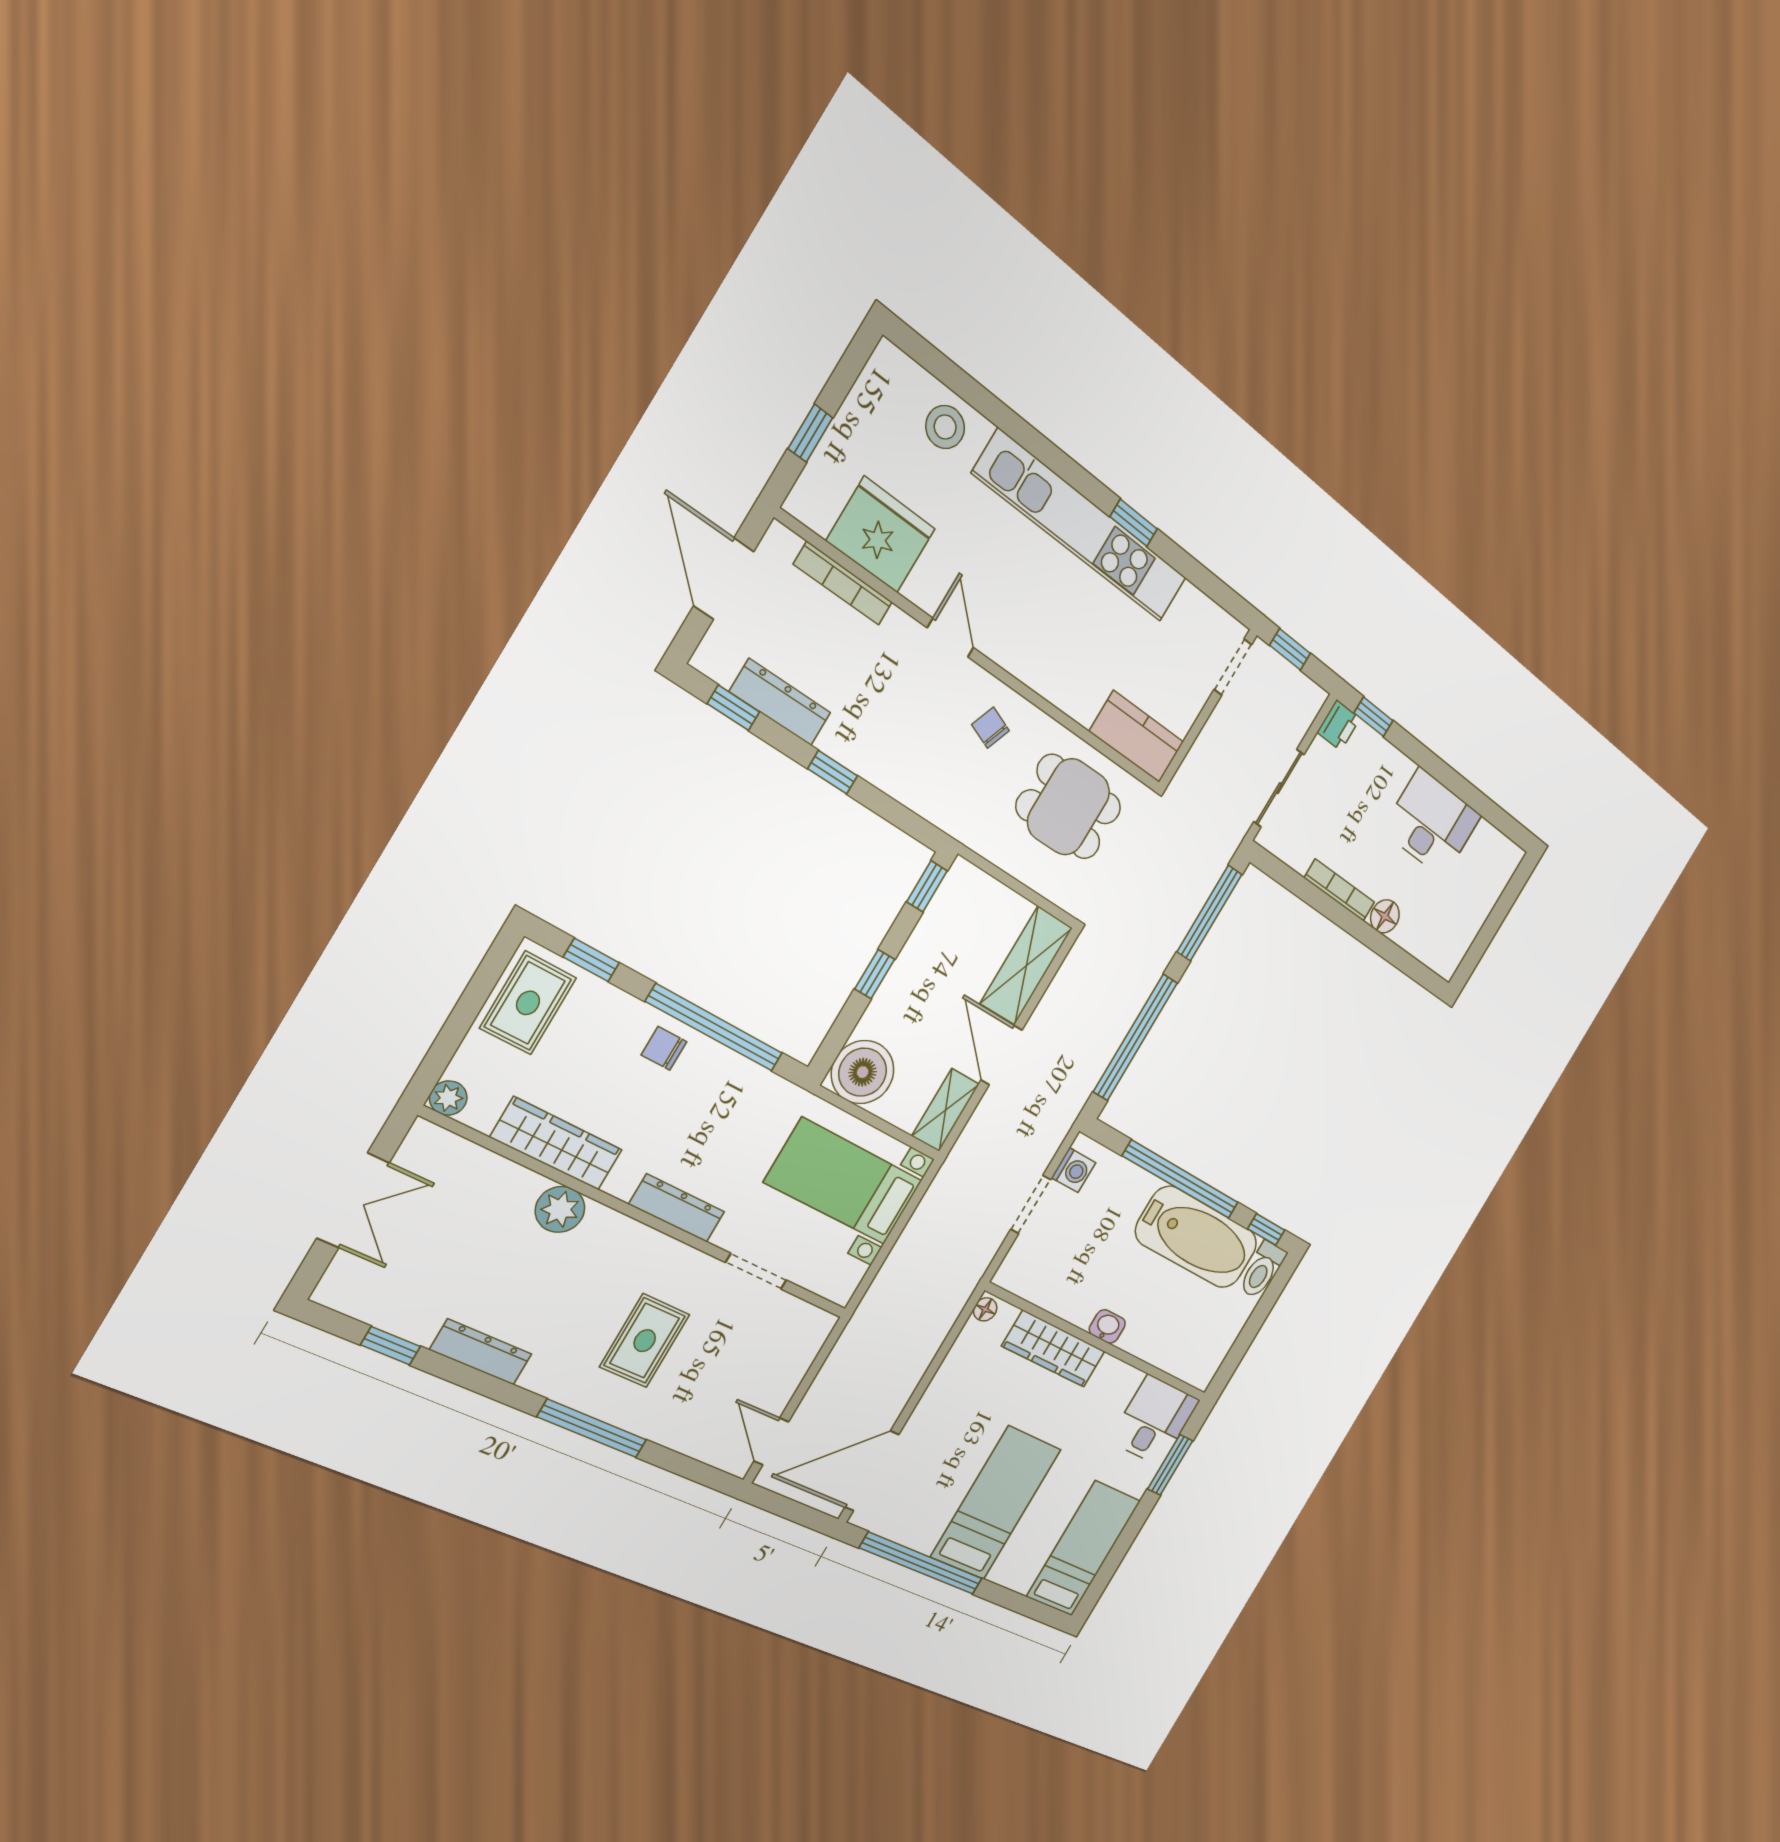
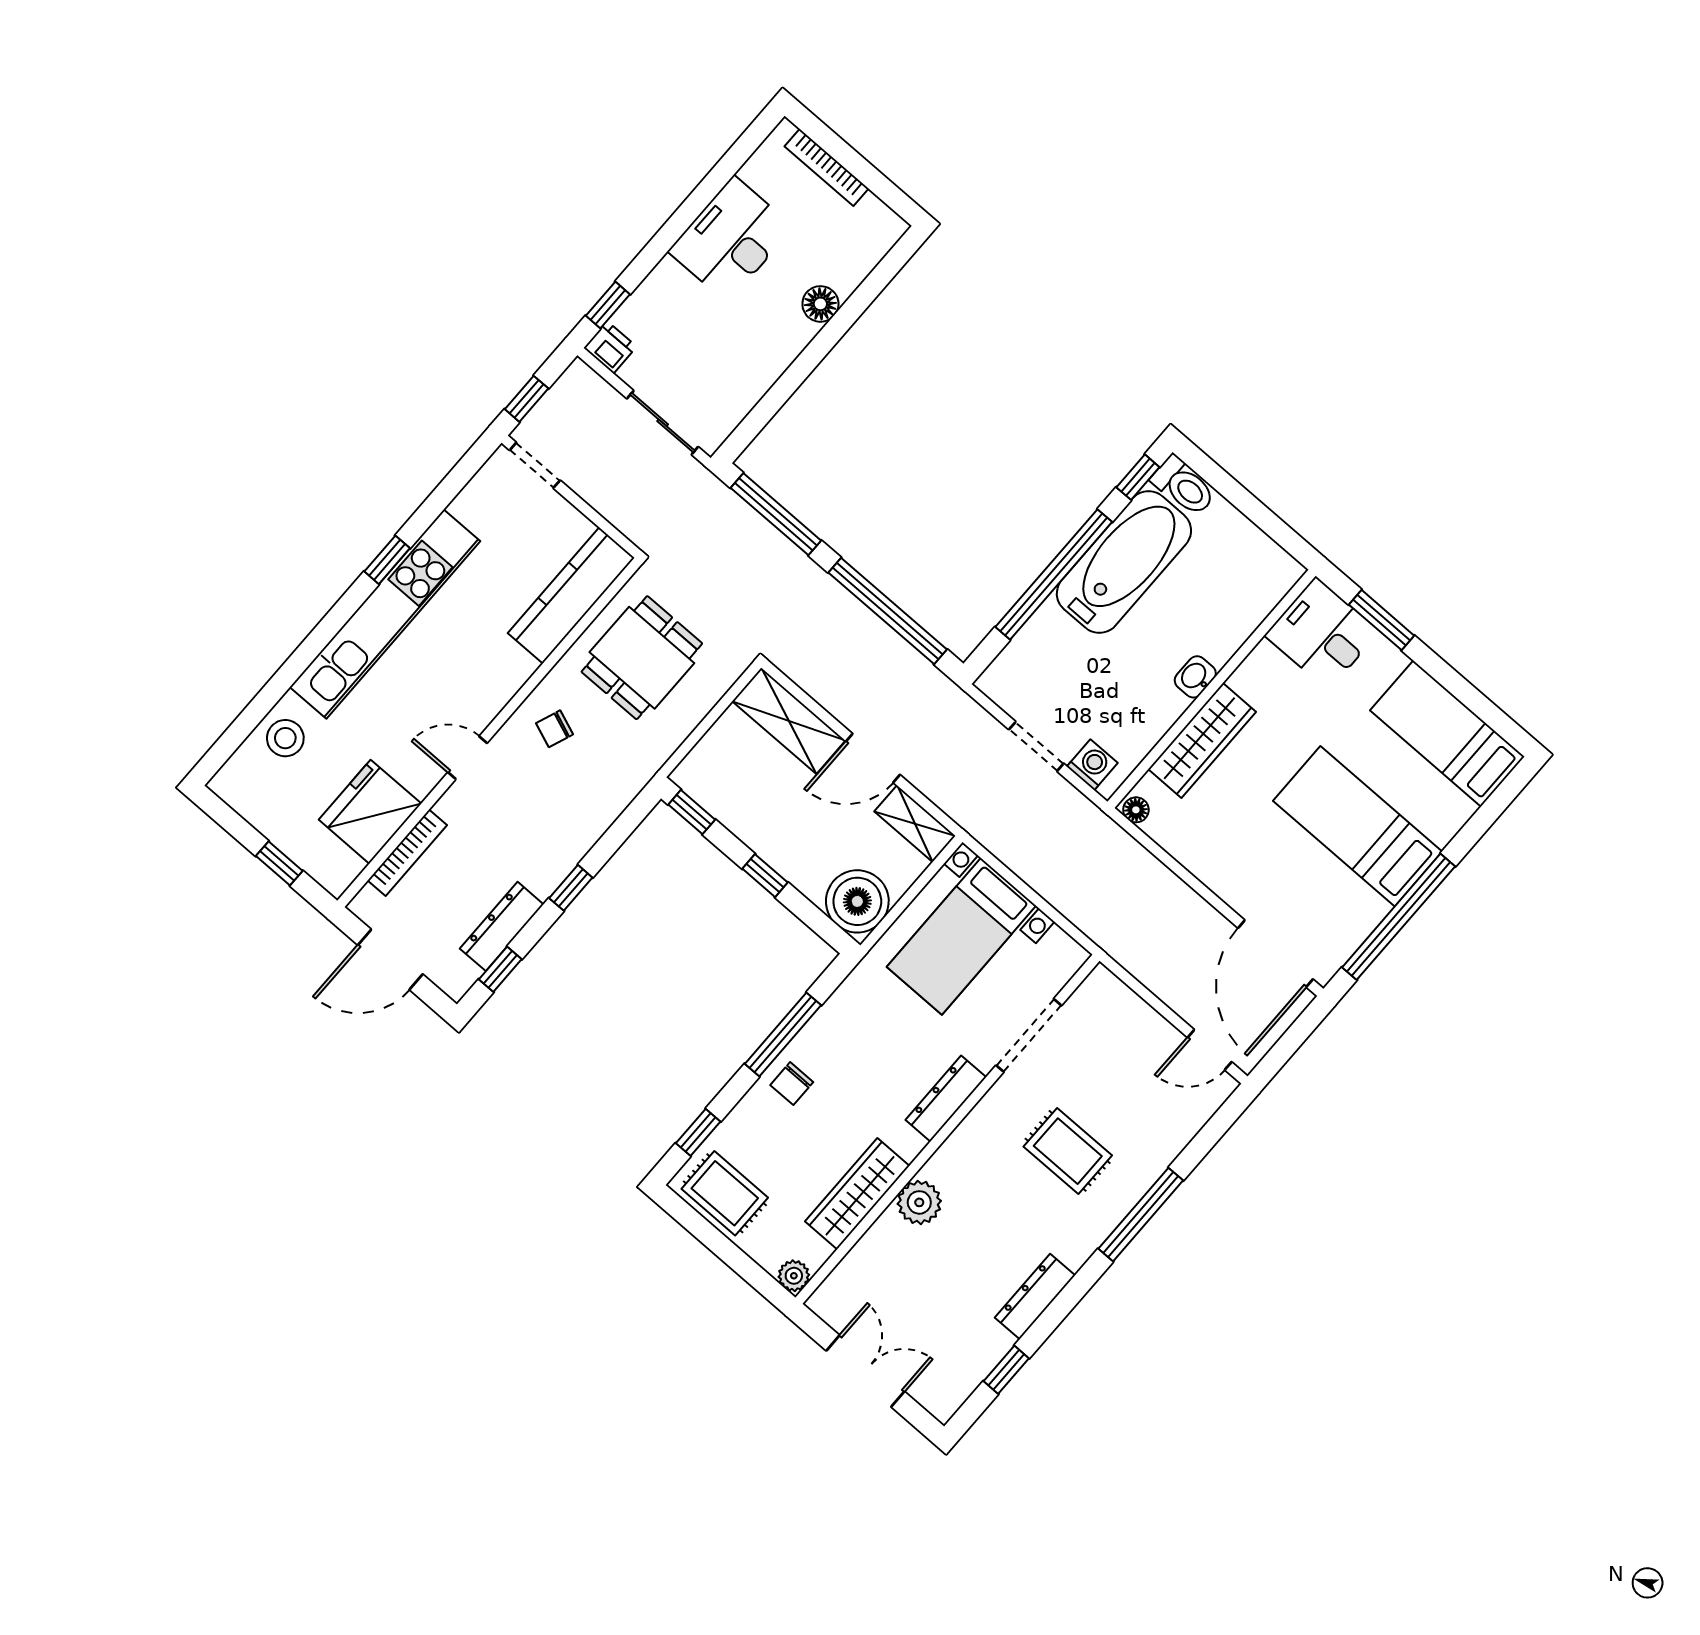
kitchen counter: (1137, 737) -> (571, 595), width x1.50
bookcase: (1339, 890) -> (827, 168), moved, turned -90
window: (715, 1028) -> (783, 1034), width x0.68
washing machine: (1074, 1170) -> (1092, 765), moved
doorway: (756, 1271) -> (1029, 1035), width x1.38

